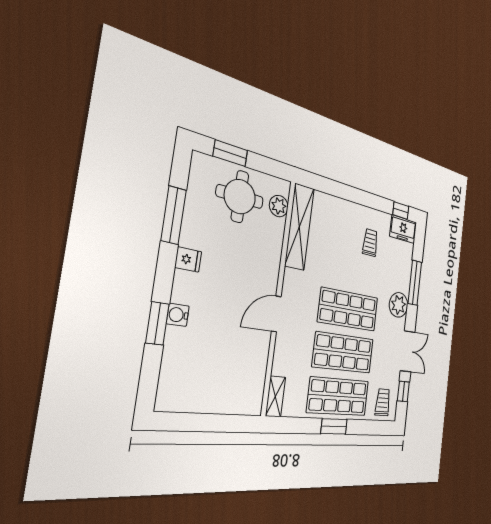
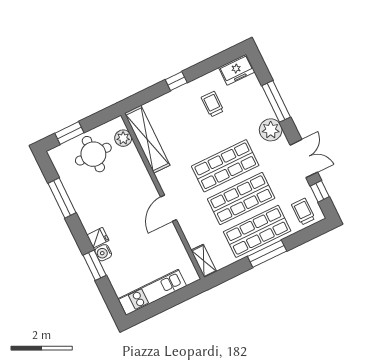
window: (401, 211) -> (176, 81), moved
fridge: (188, 259) -> (98, 238), moved
kitchen unit: (202, 400) -> (152, 292), added
window: (334, 426) -> (267, 254), width x1.44

